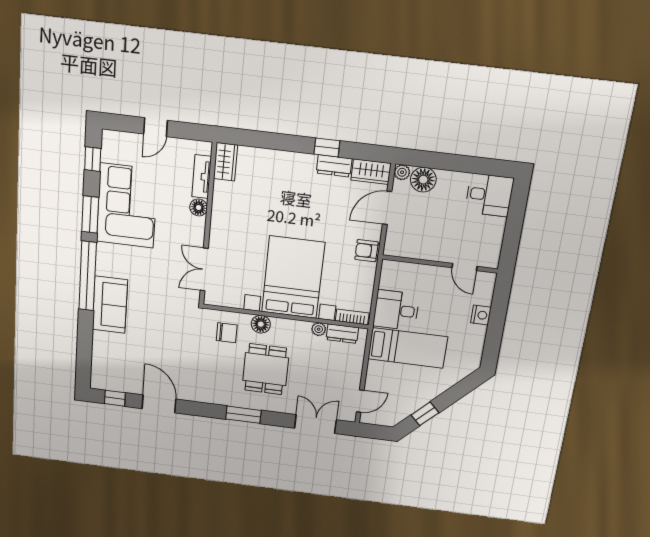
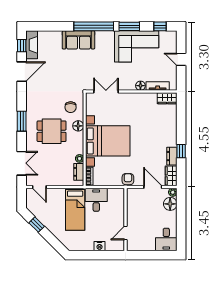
fireplace: (114, 382) -> (32, 45), added

